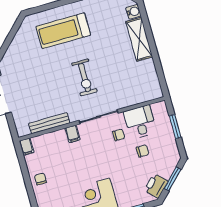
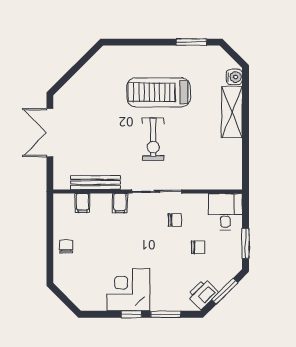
treadmill: (63, 31) -> (159, 92), moved
desk: (140, 122) -> (225, 212), moved
window: (175, 127) -> (246, 243), moved
filing cabinet: (27, 147) -> (82, 203), moved

